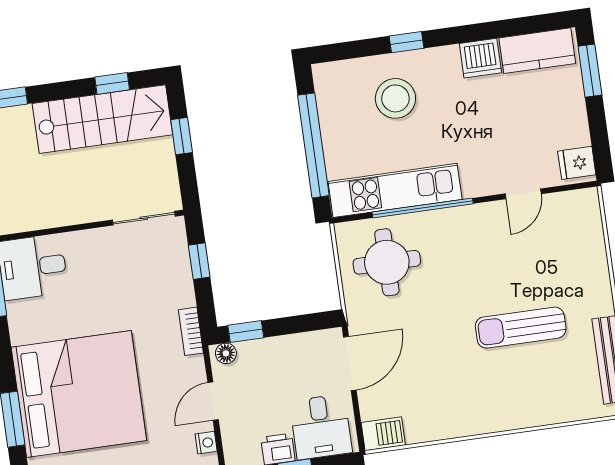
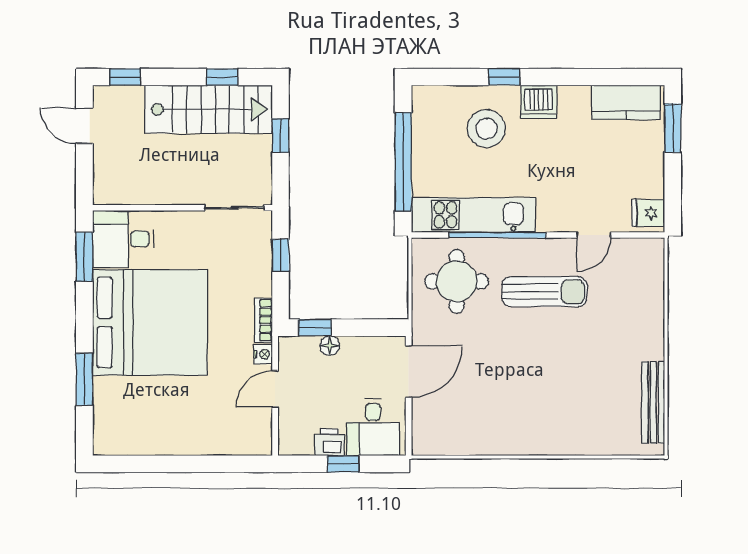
dishwasher: (480, 58) -> (539, 102), moved
sun lounger: (521, 328) -> (544, 292), moved, turned 180
floor lamp: (226, 353) -> (330, 346), moved
bed: (79, 394) -> (150, 322), moved
barbecue: (383, 434) -> (431, 442), removed
nightstand: (206, 443) -> (263, 354), moved

